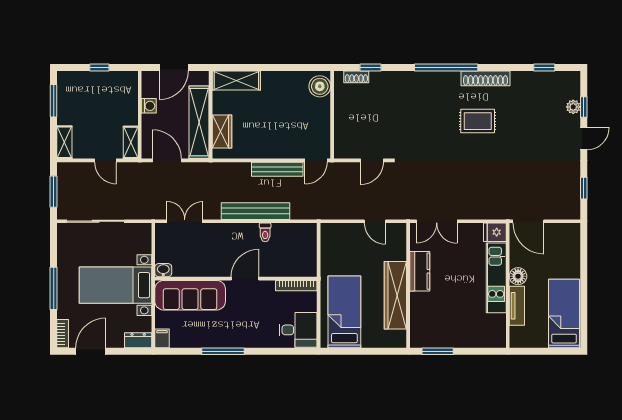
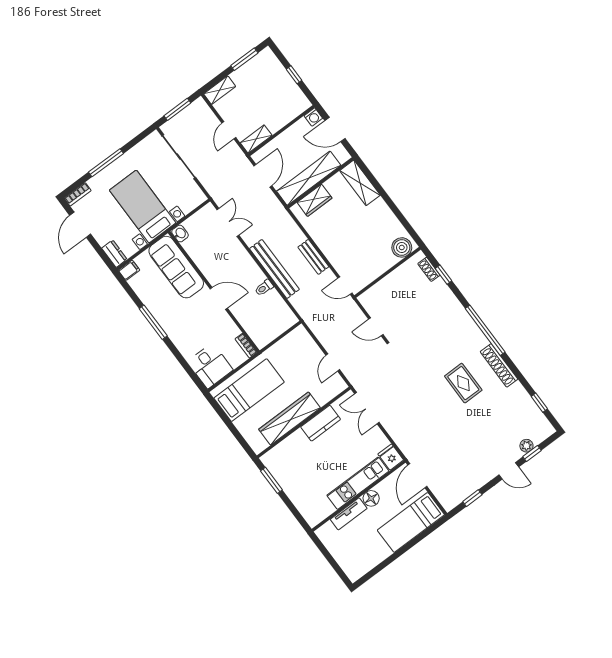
washing machine: (149, 106) -> (313, 117), moved
bench: (277, 169) -> (313, 257), width x0.73
bookcase: (296, 286) -> (246, 346), width x0.64
bed: (564, 313) -> (411, 522), moved, turned 180
door: (91, 351) -> (80, 225), swing flipped

